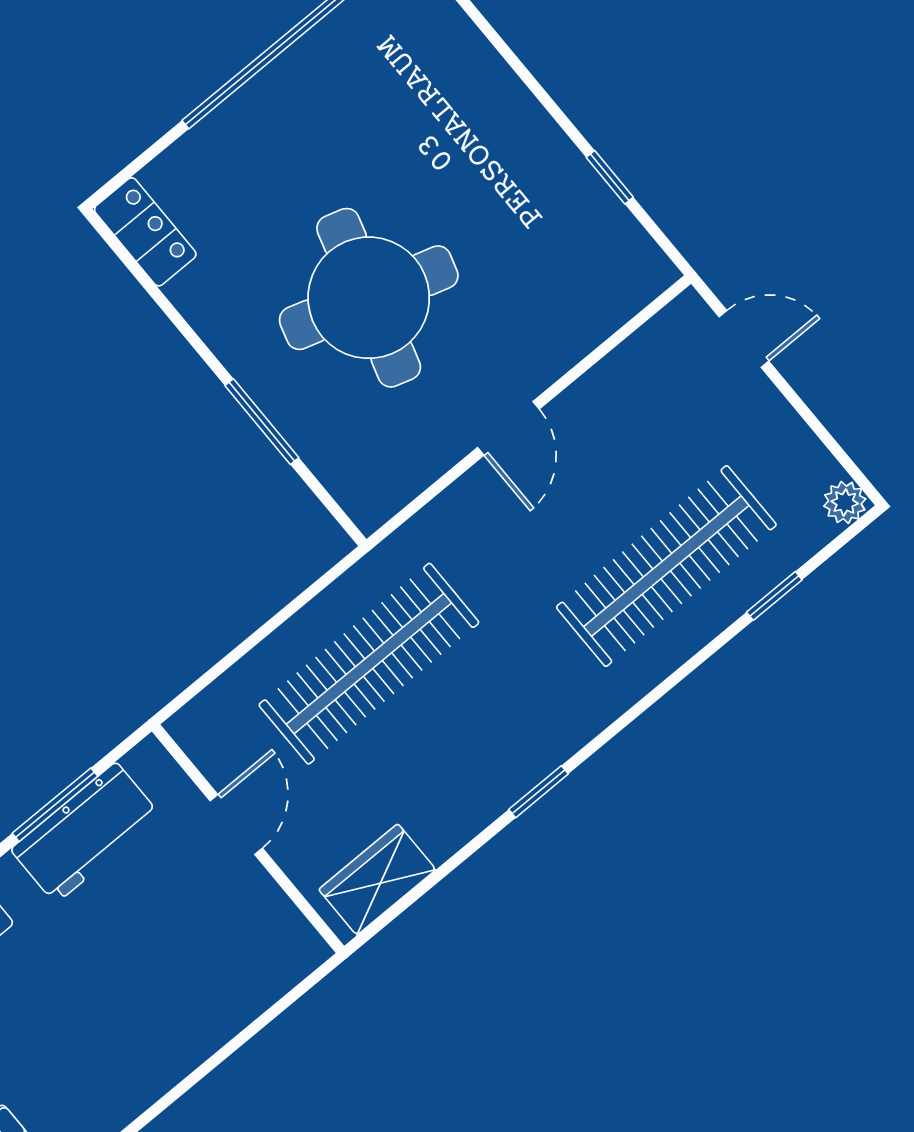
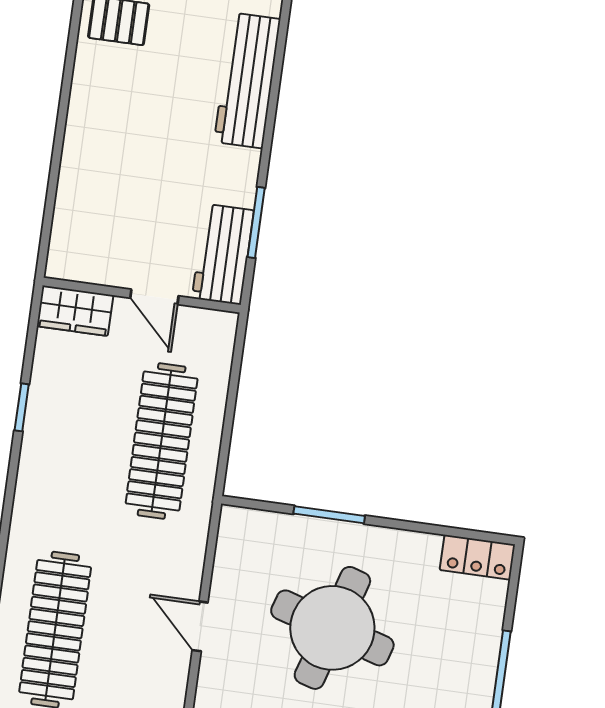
window: (538, 792) -> (22, 407), moved
workbench: (86, 833) -> (223, 254), moved
wardrobe: (377, 879) -> (75, 311), moved, turned 90

